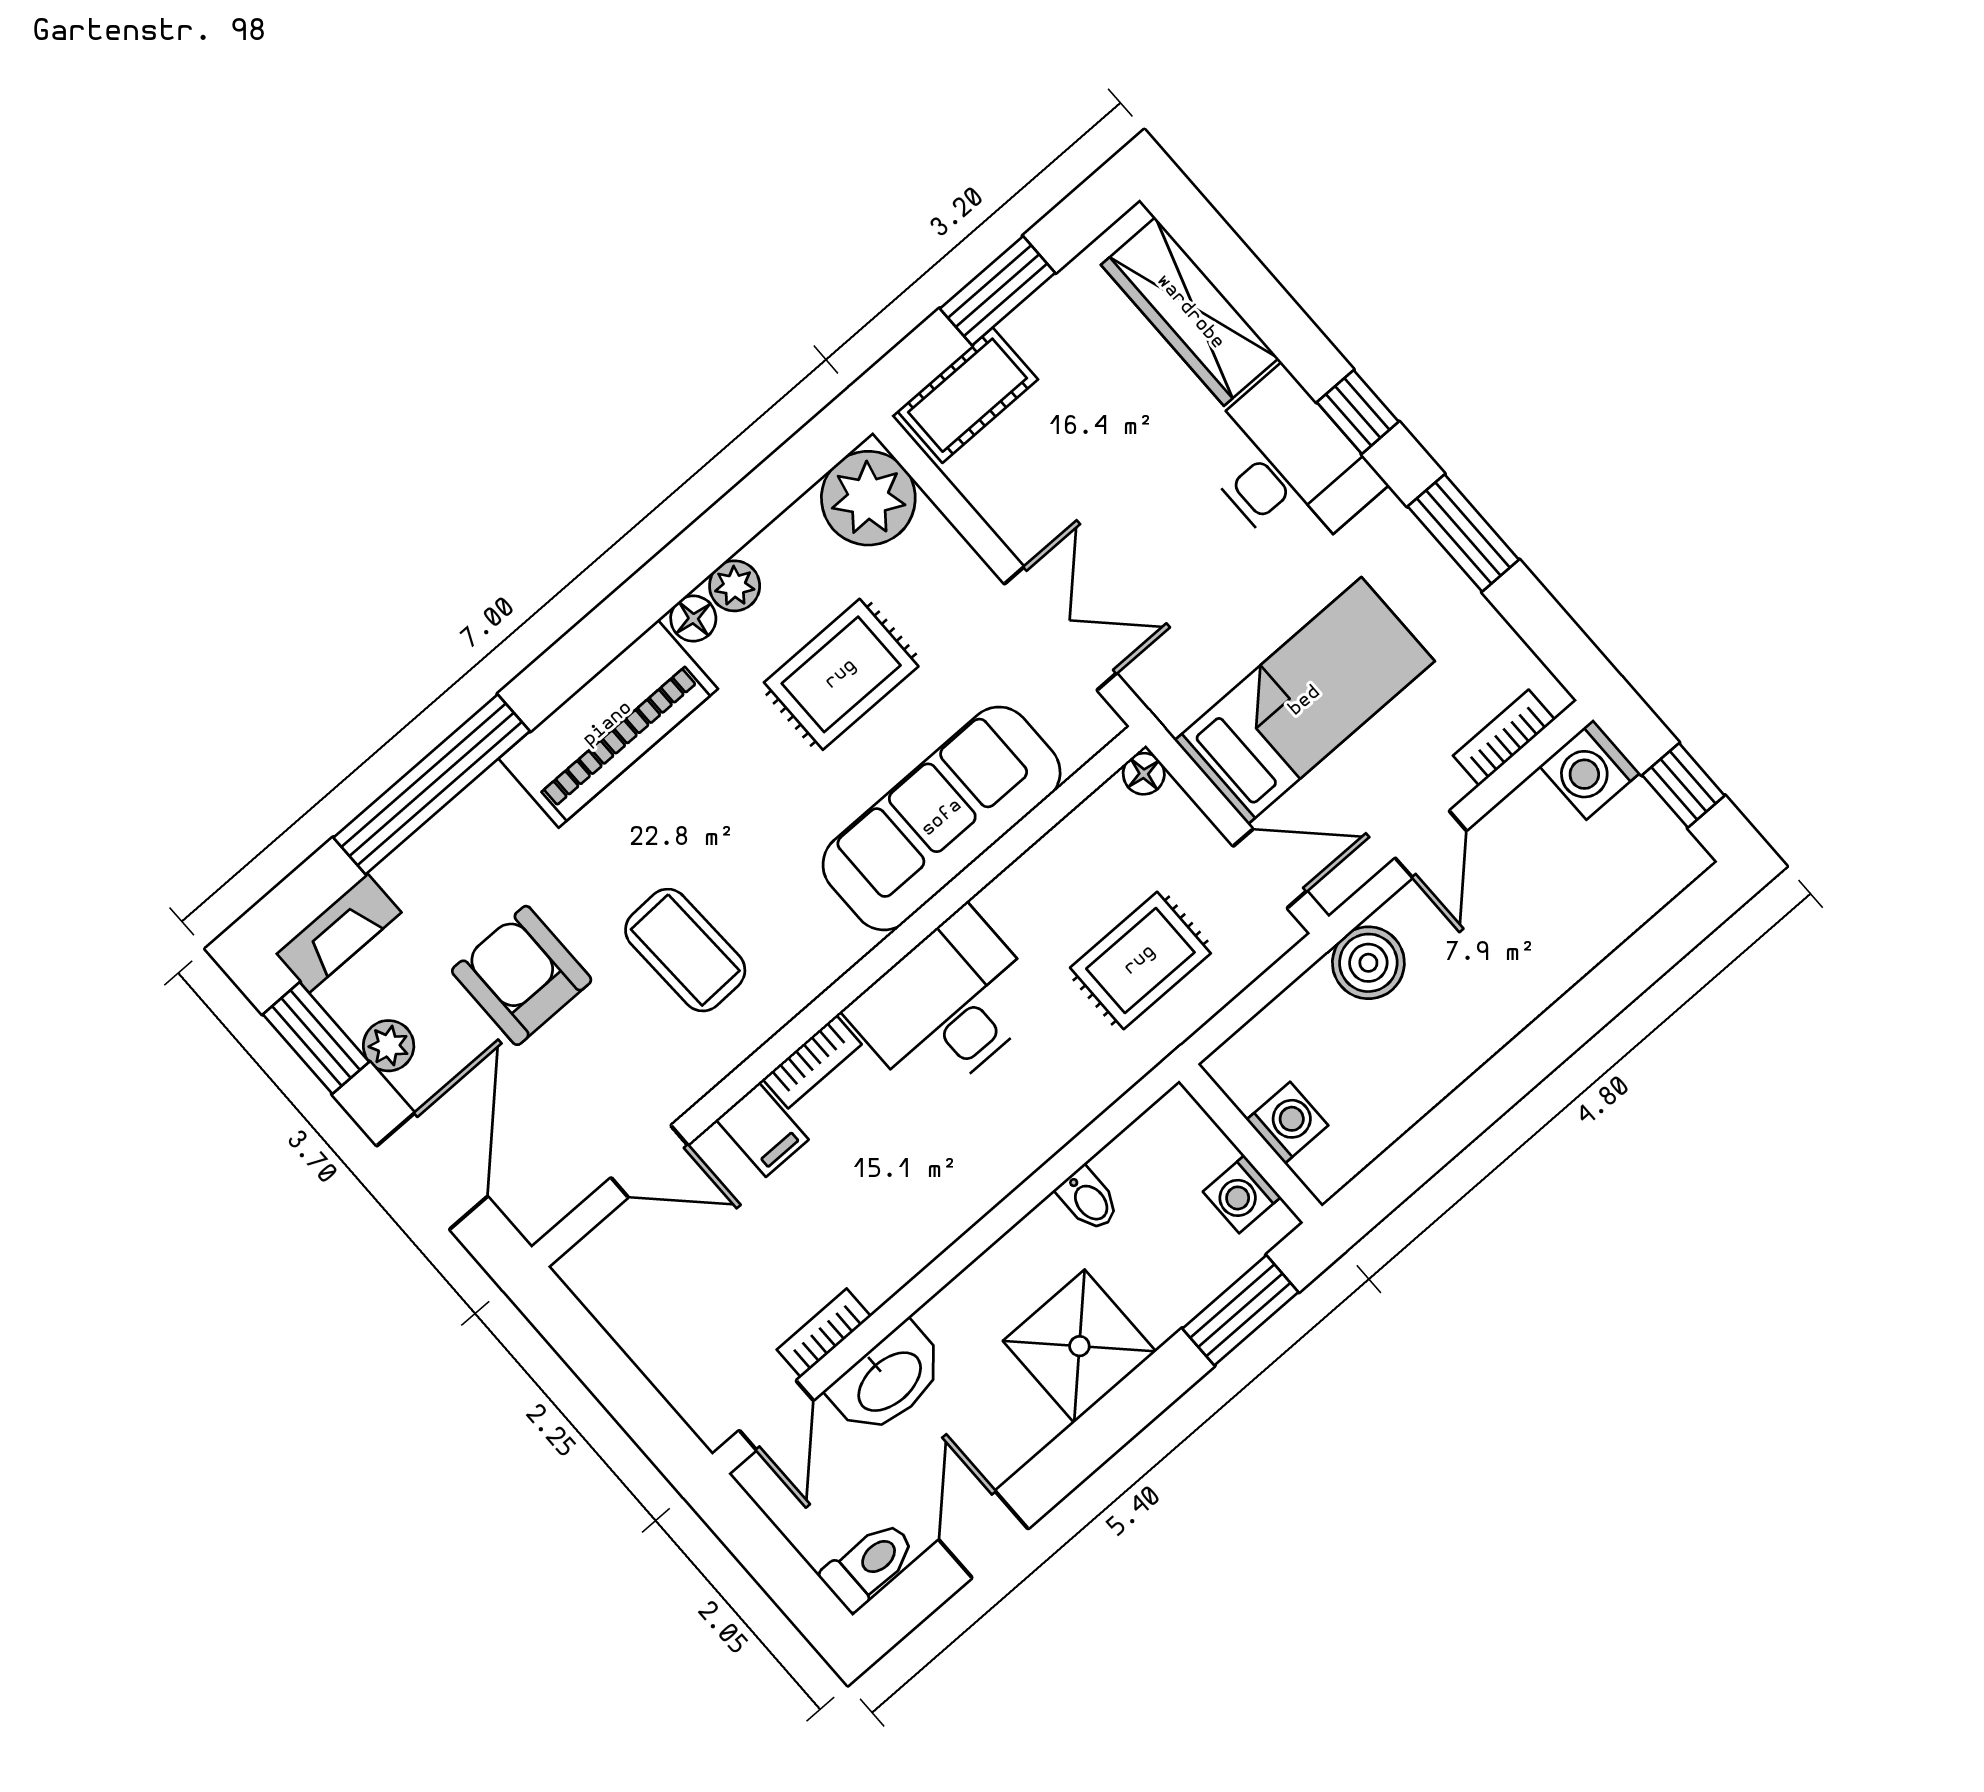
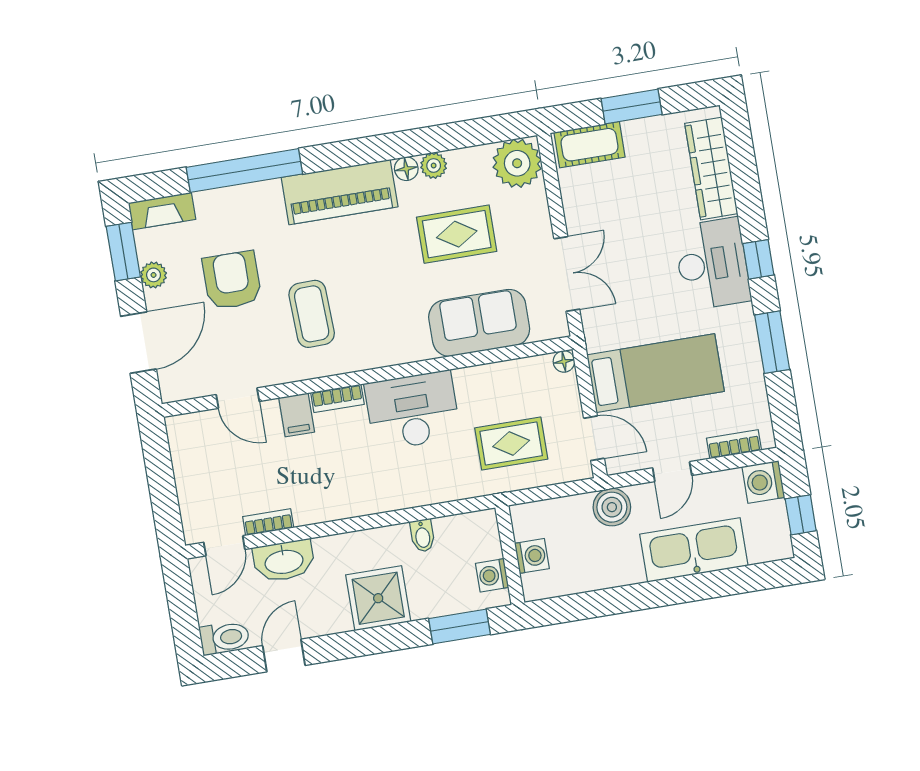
sofa: (942, 818) -> (479, 323), width x0.73
kitchen sink: (1545, 950) -> (694, 550), added

